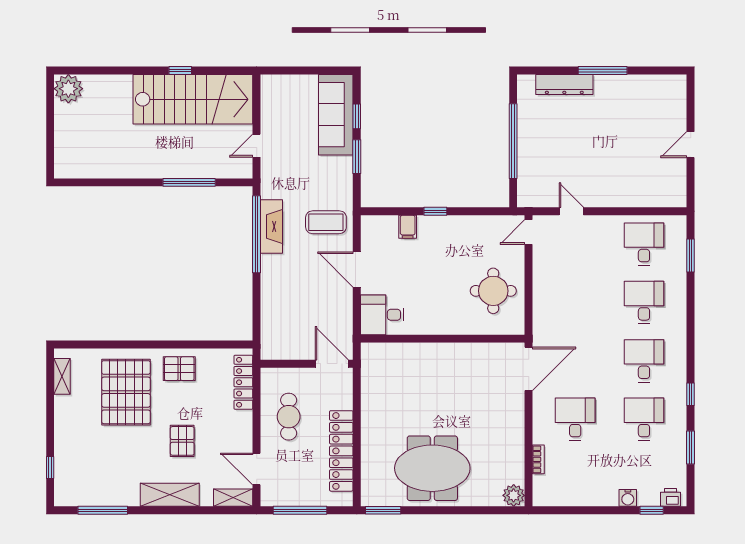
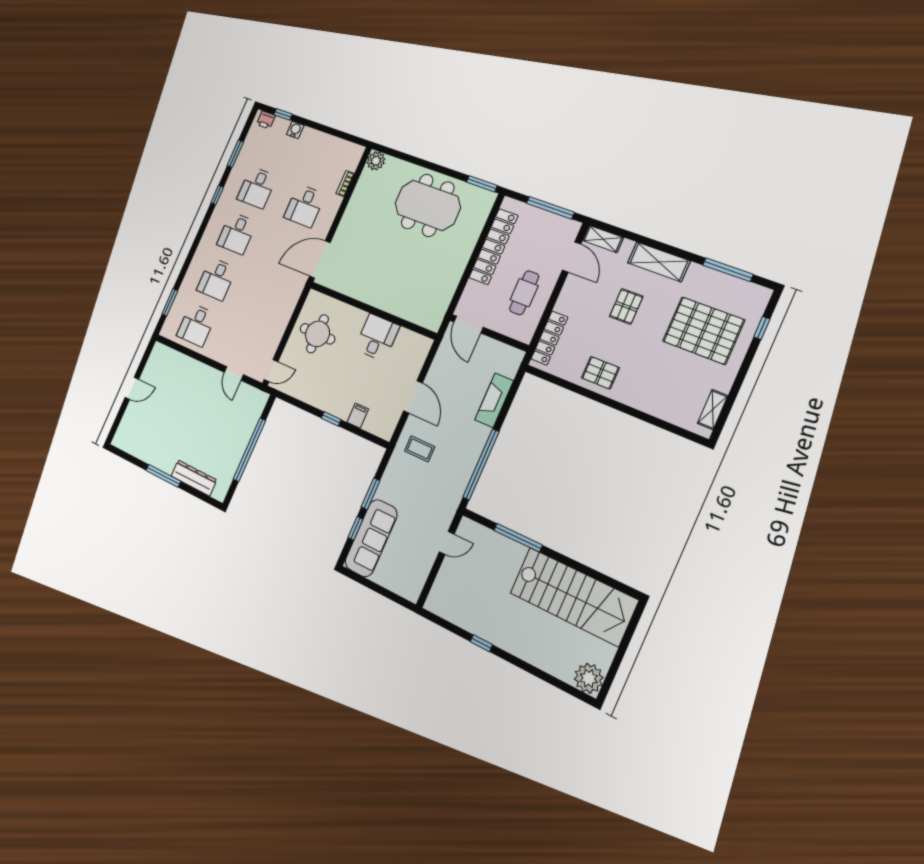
stairs: (193, 99) -> (573, 597), moved, turned 180
coffee table: (326, 222) -> (420, 449), width x0.73, depth x0.77
fireplace: (271, 227) -> (494, 400), moved
desk: (382, 315) -> (377, 337), moved, turned -90
pallet: (126, 392) -> (703, 331), moved, turned 90

